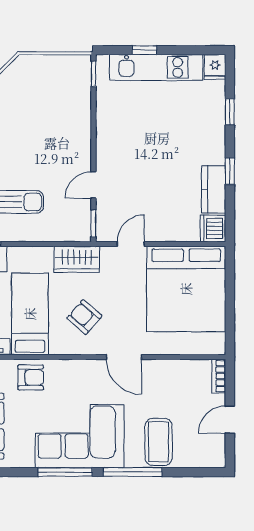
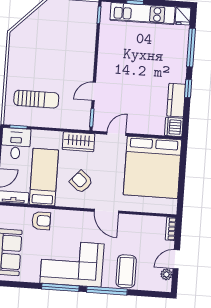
window: (230, 112) -> (191, 48), width x2.17
plant: (217, 442) -> (166, 274), added

